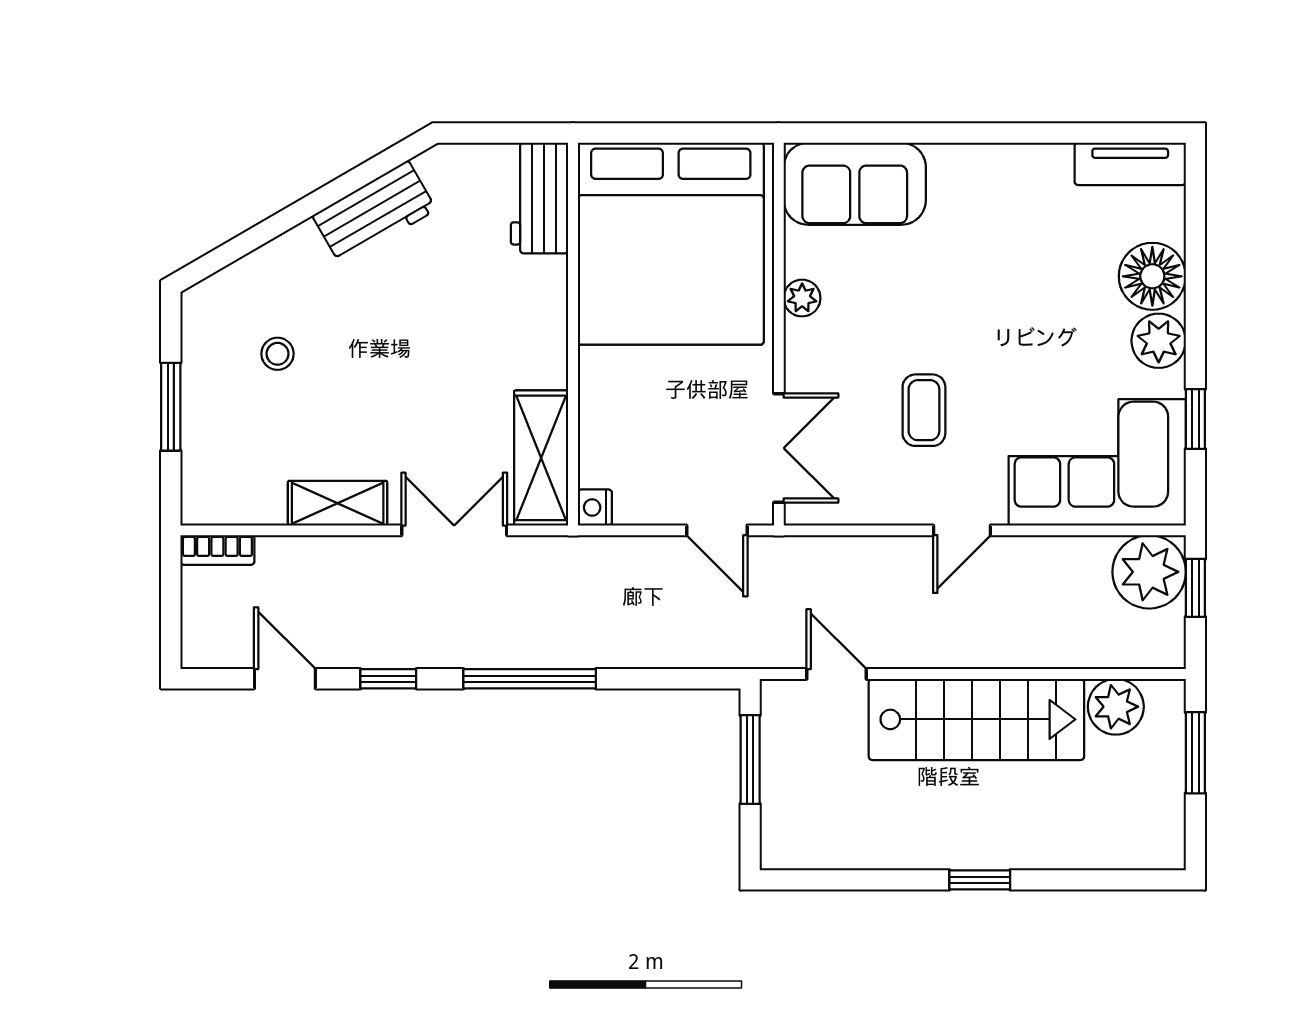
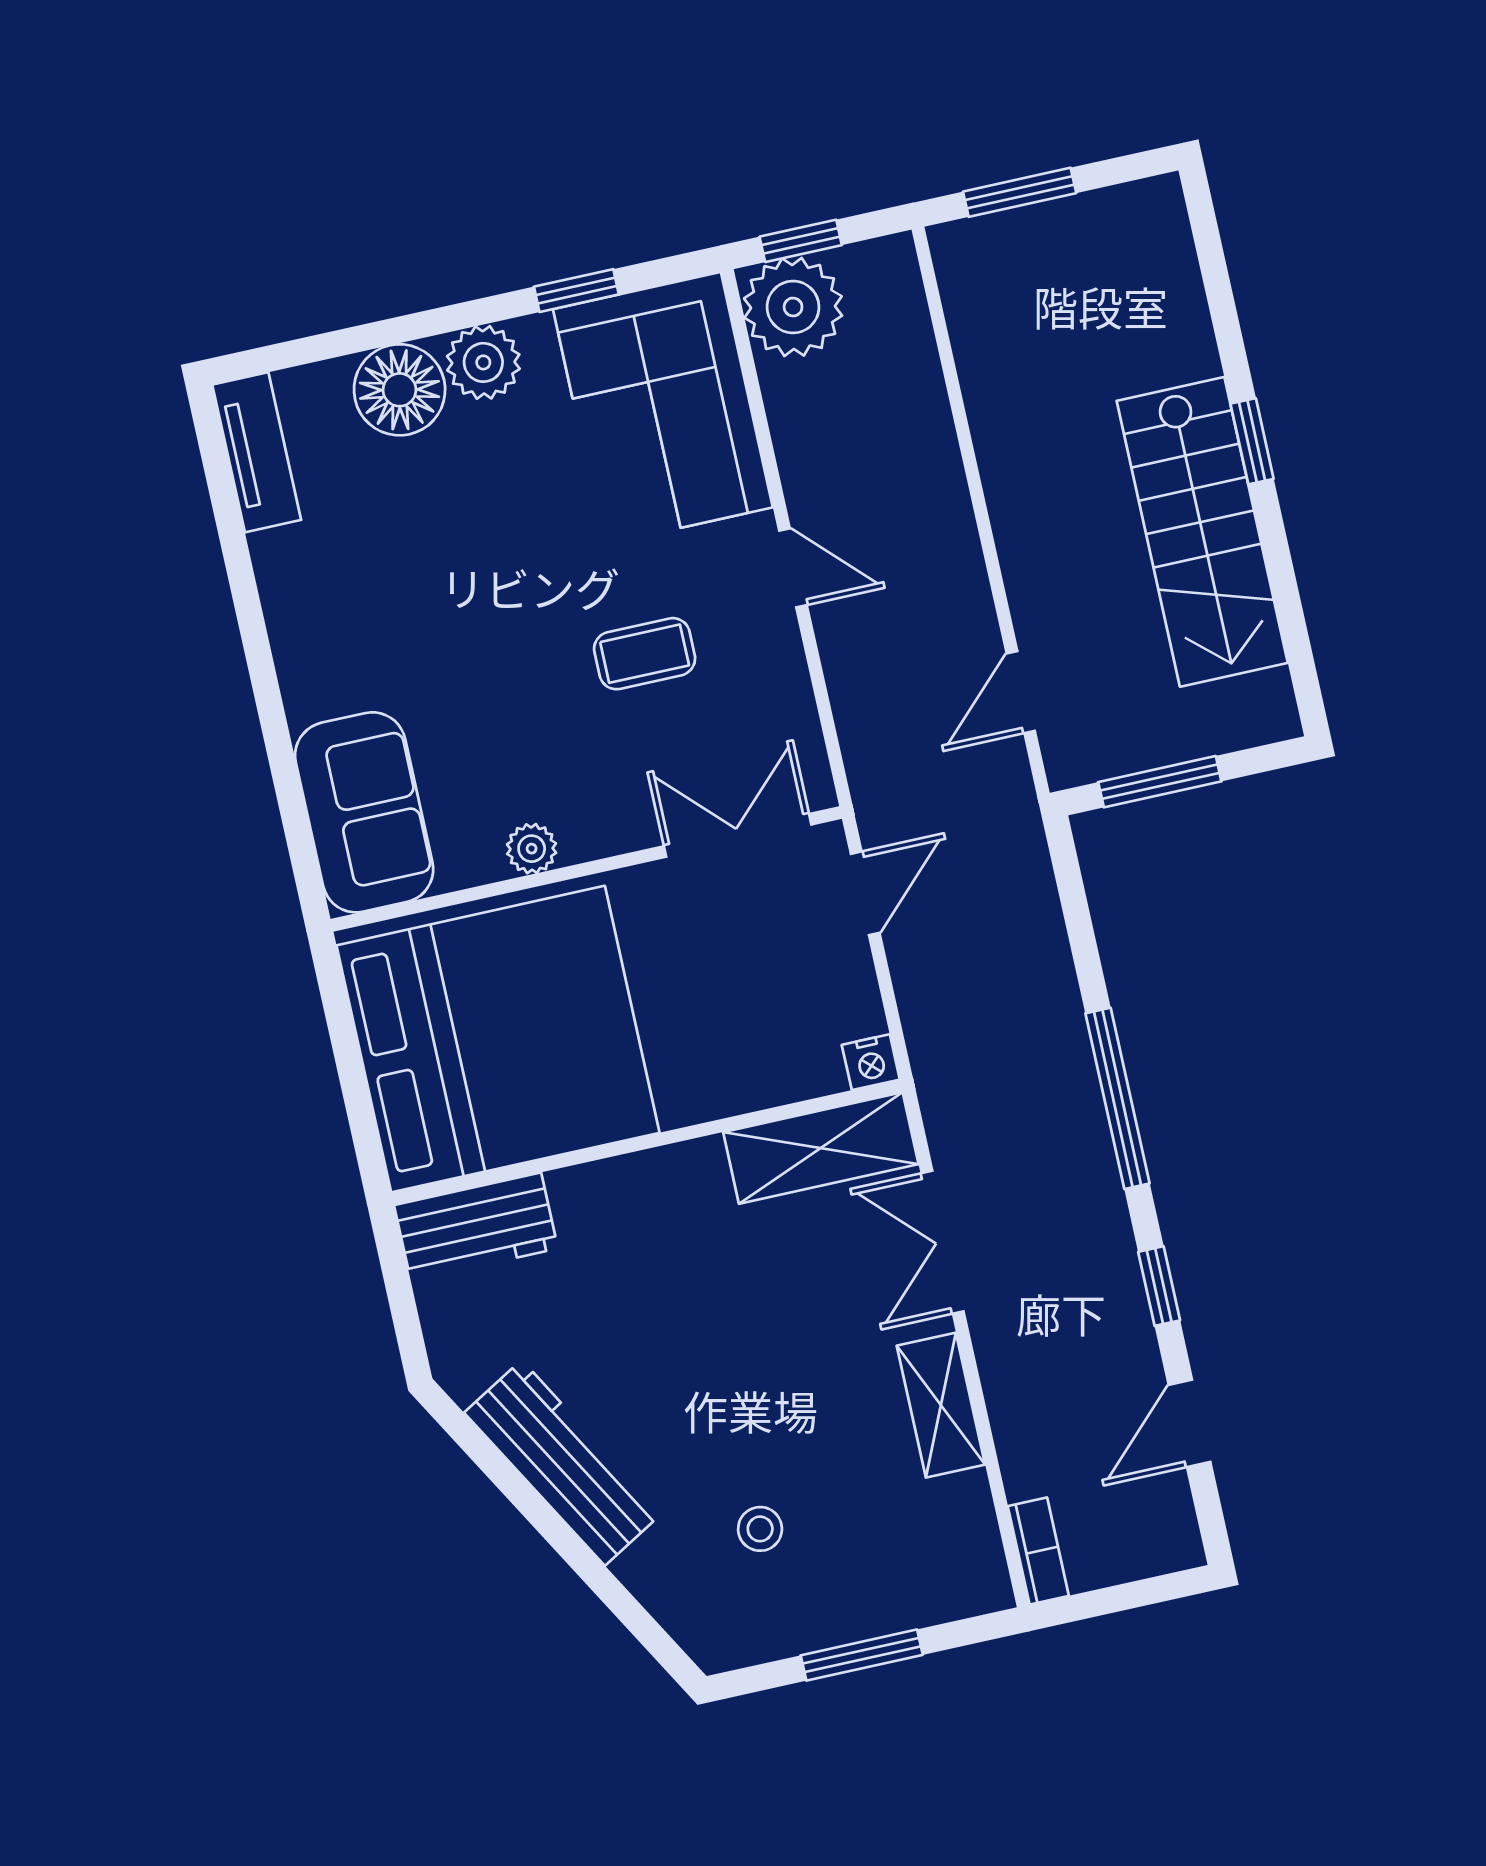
workbench: (374, 213) -> (563, 1463), width x1.38
plant: (1116, 707) -> (982, 312), removed
stairs: (976, 719) -> (1202, 532), moved, turned 180

